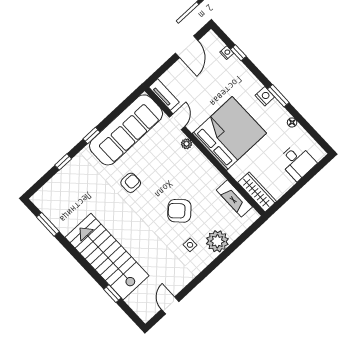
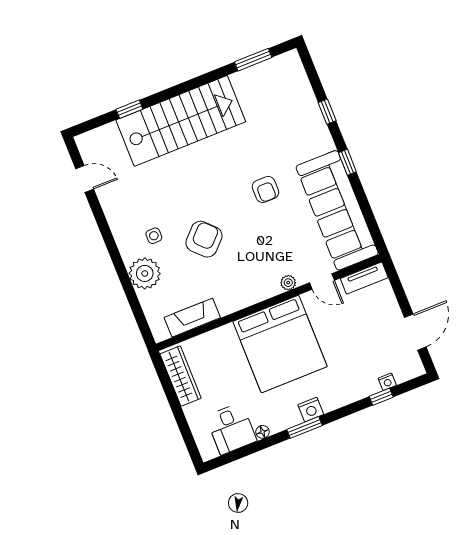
door: (187, 47) -> (415, 332), swing flipped
desk: (297, 162) -> (231, 429), moved, turned -90
wardrobe: (257, 192) -> (181, 376), moved, turned -90

